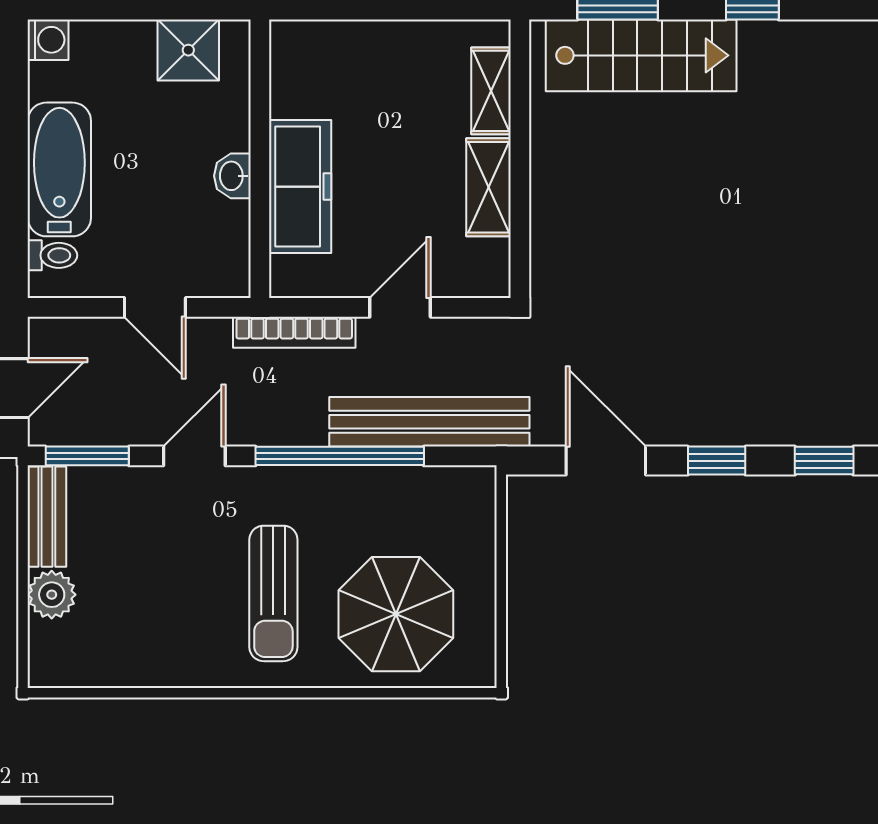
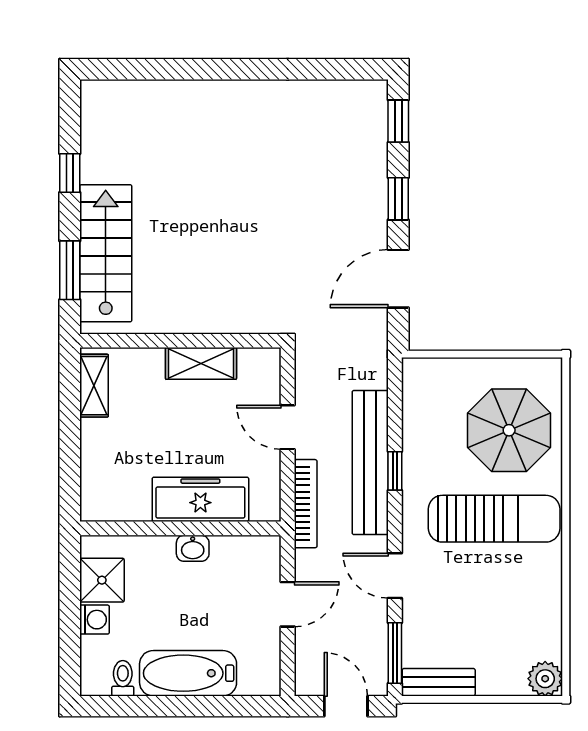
washing machine: (48, 40) -> (94, 620), moved, turned 90
shelving: (491, 91) -> (94, 386), moved, turned 90
toilet: (52, 255) -> (123, 678), moved
bench: (429, 422) -> (370, 463), moved
window: (340, 456) -> (395, 471), width x0.32
sun lounger: (273, 593) -> (494, 519), width x1.36, depth x1.34
plant: (52, 595) -> (545, 679), moved

